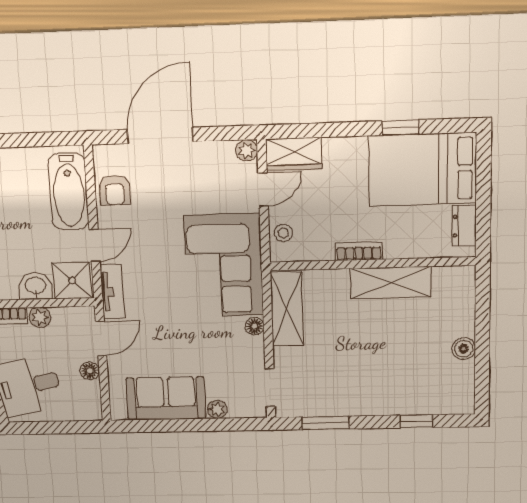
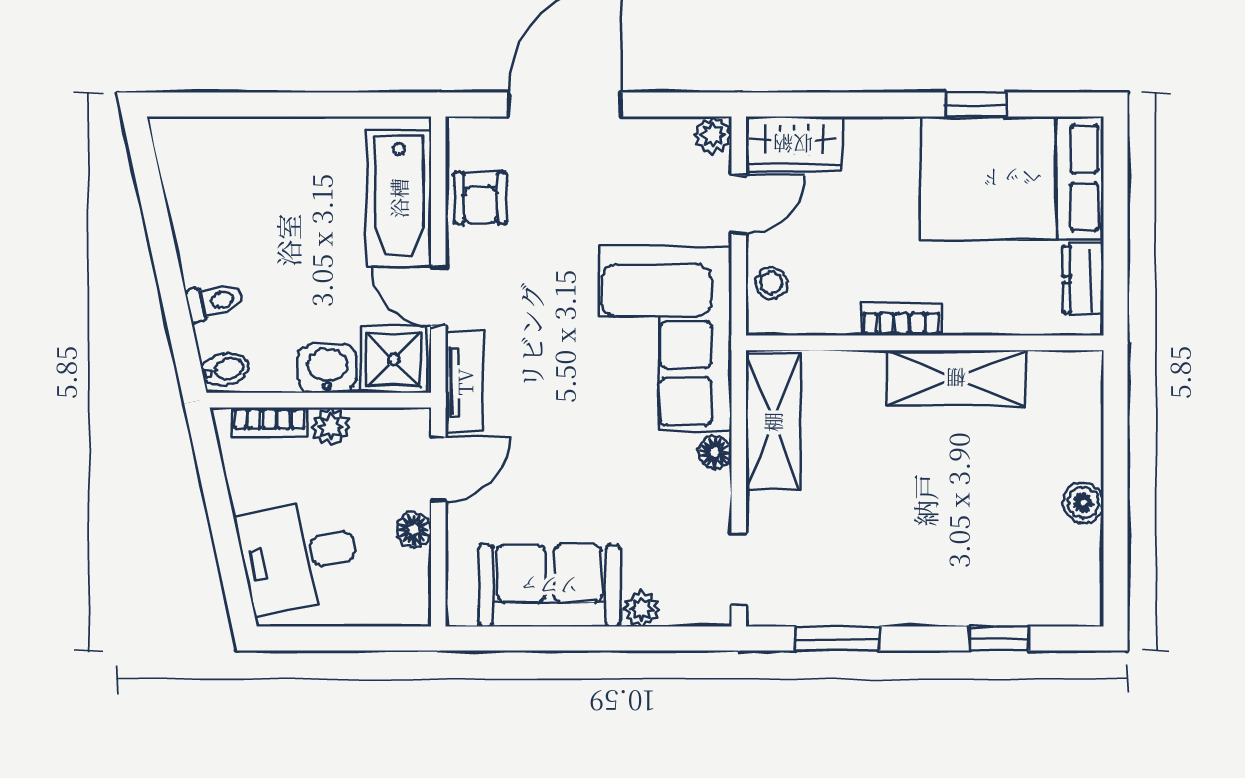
door: (95, 245) -> (438, 296), swing flipped

